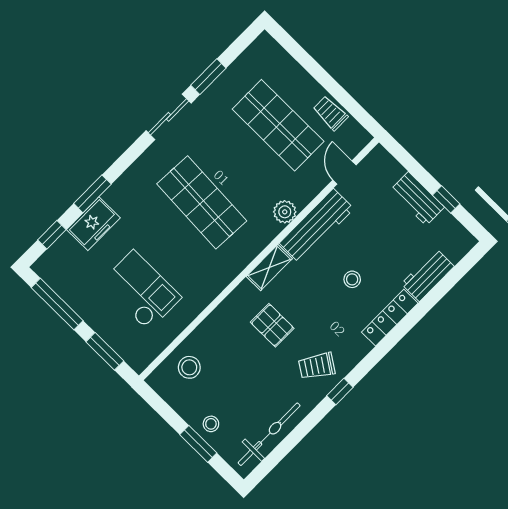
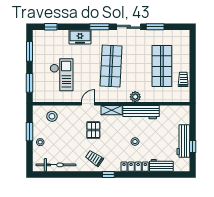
door: (344, 172) -> (88, 104), moved
window: (92, 194) -> (99, 27), moved
workbench: (417, 199) -> (183, 141), width x1.38
freezer: (93, 224) -> (80, 37), moved
window: (57, 304) -> (29, 51), width x0.69
window: (340, 392) -> (108, 174), moved
window: (198, 444) -> (29, 132), moved

